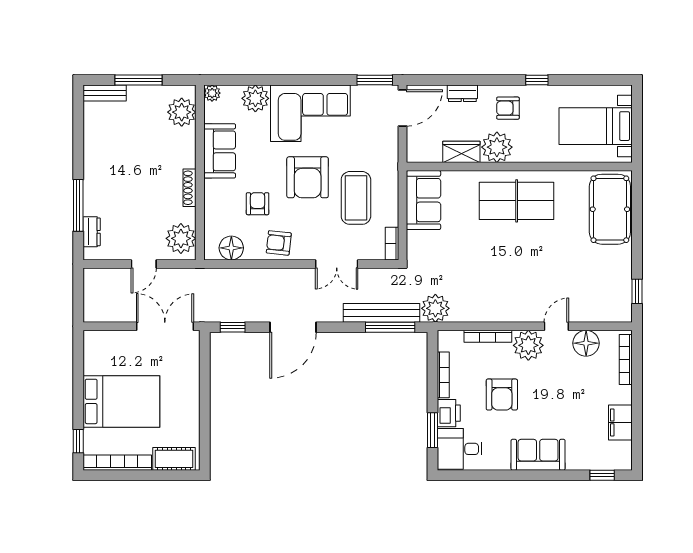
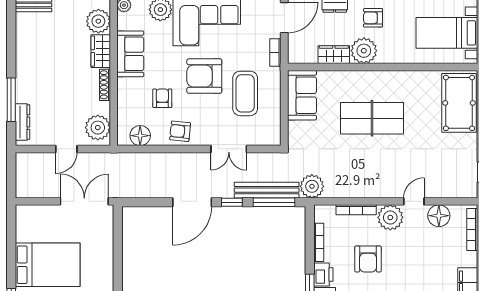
wardrobe: (185, 148) -> (101, 51), added
armchair: (308, 177) -> (204, 76), turned 90
table tennis table: (517, 201) -> (372, 118), moved
dresser: (92, 232) -> (22, 122), width x1.44
bookcase: (392, 244) -> (275, 53), moved
window: (233, 327) -> (232, 202), moved

